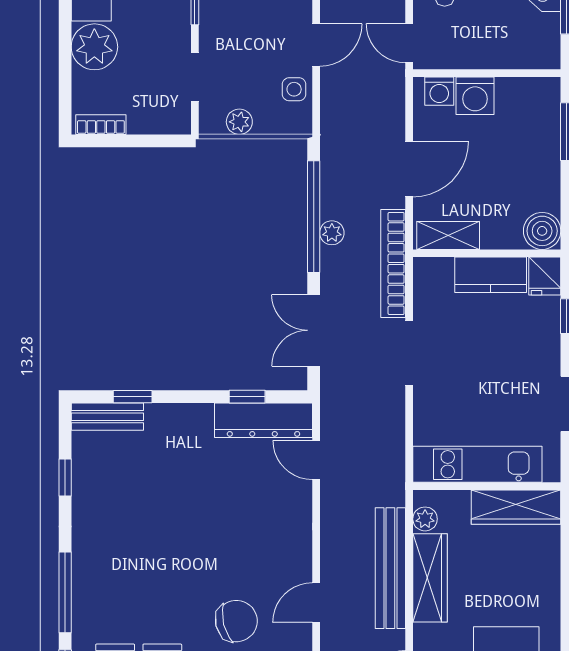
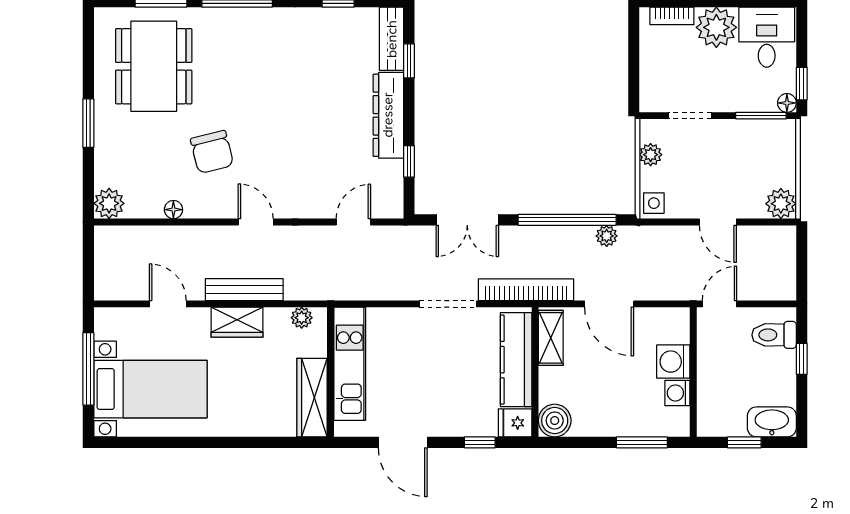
side table: (294, 89) -> (654, 203), moved
washing machine: (439, 91) -> (677, 393), moved
bookcase: (101, 125) -> (672, 16), moved, turned 90
plant: (332, 233) -> (607, 236), moved
kitchen counter: (491, 275) -> (516, 360), width x1.50
double door: (314, 330) -> (467, 220), swing flipped
dresser: (263, 420) -> (388, 115), moved
bench: (390, 568) -> (244, 290), width x0.73, depth x0.82
wardrobe: (430, 578) -> (237, 322), width x0.67
door: (316, 603) -> (256, 222), moved

